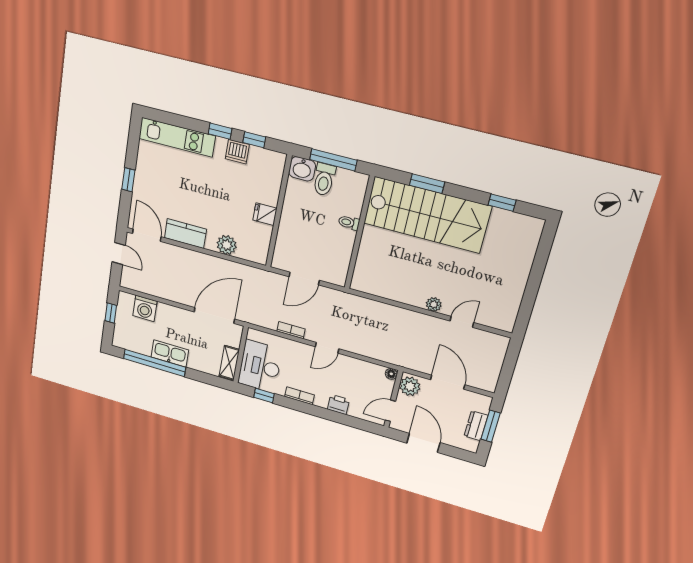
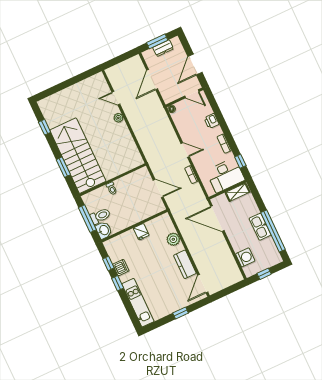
door: (119, 253) -> (226, 292), removed
plant: (410, 386) -> (170, 95), removed

